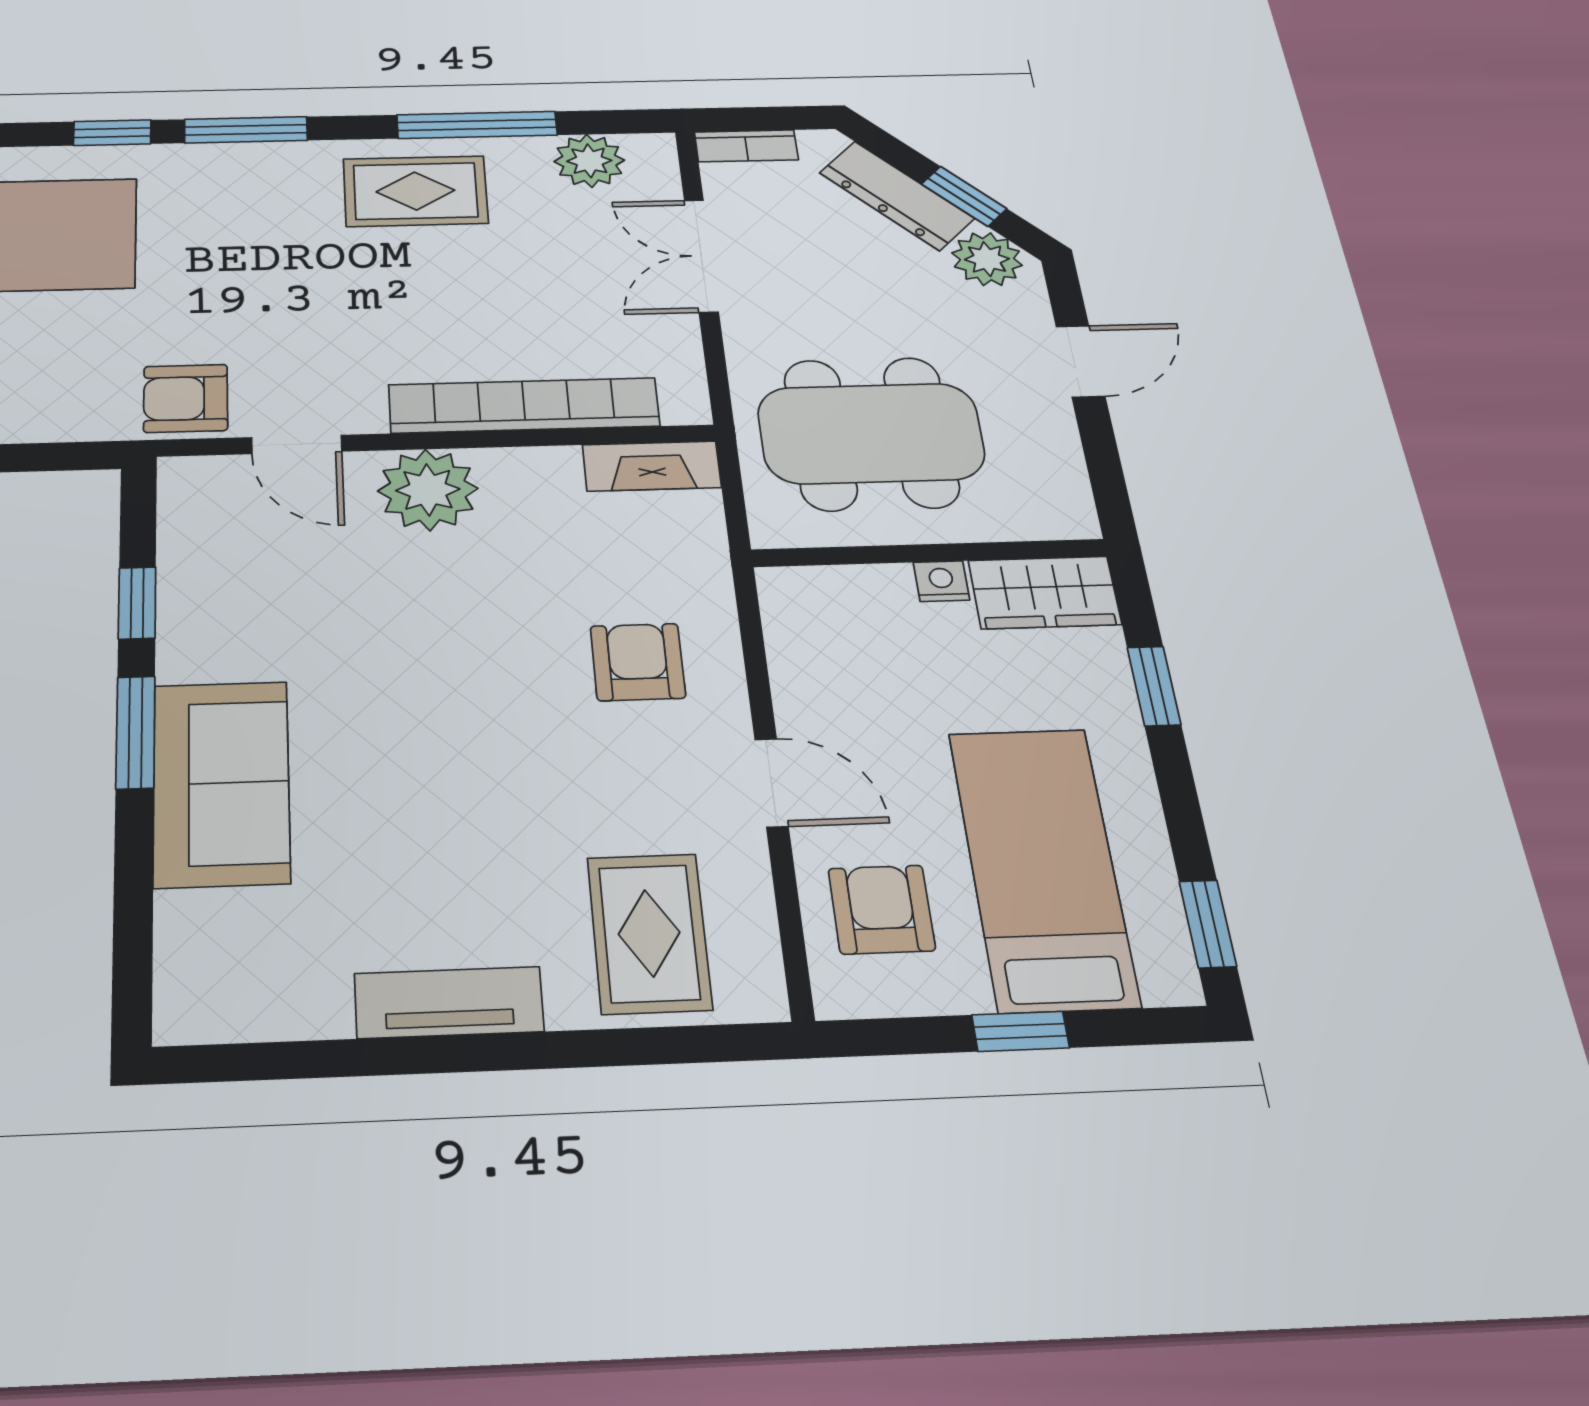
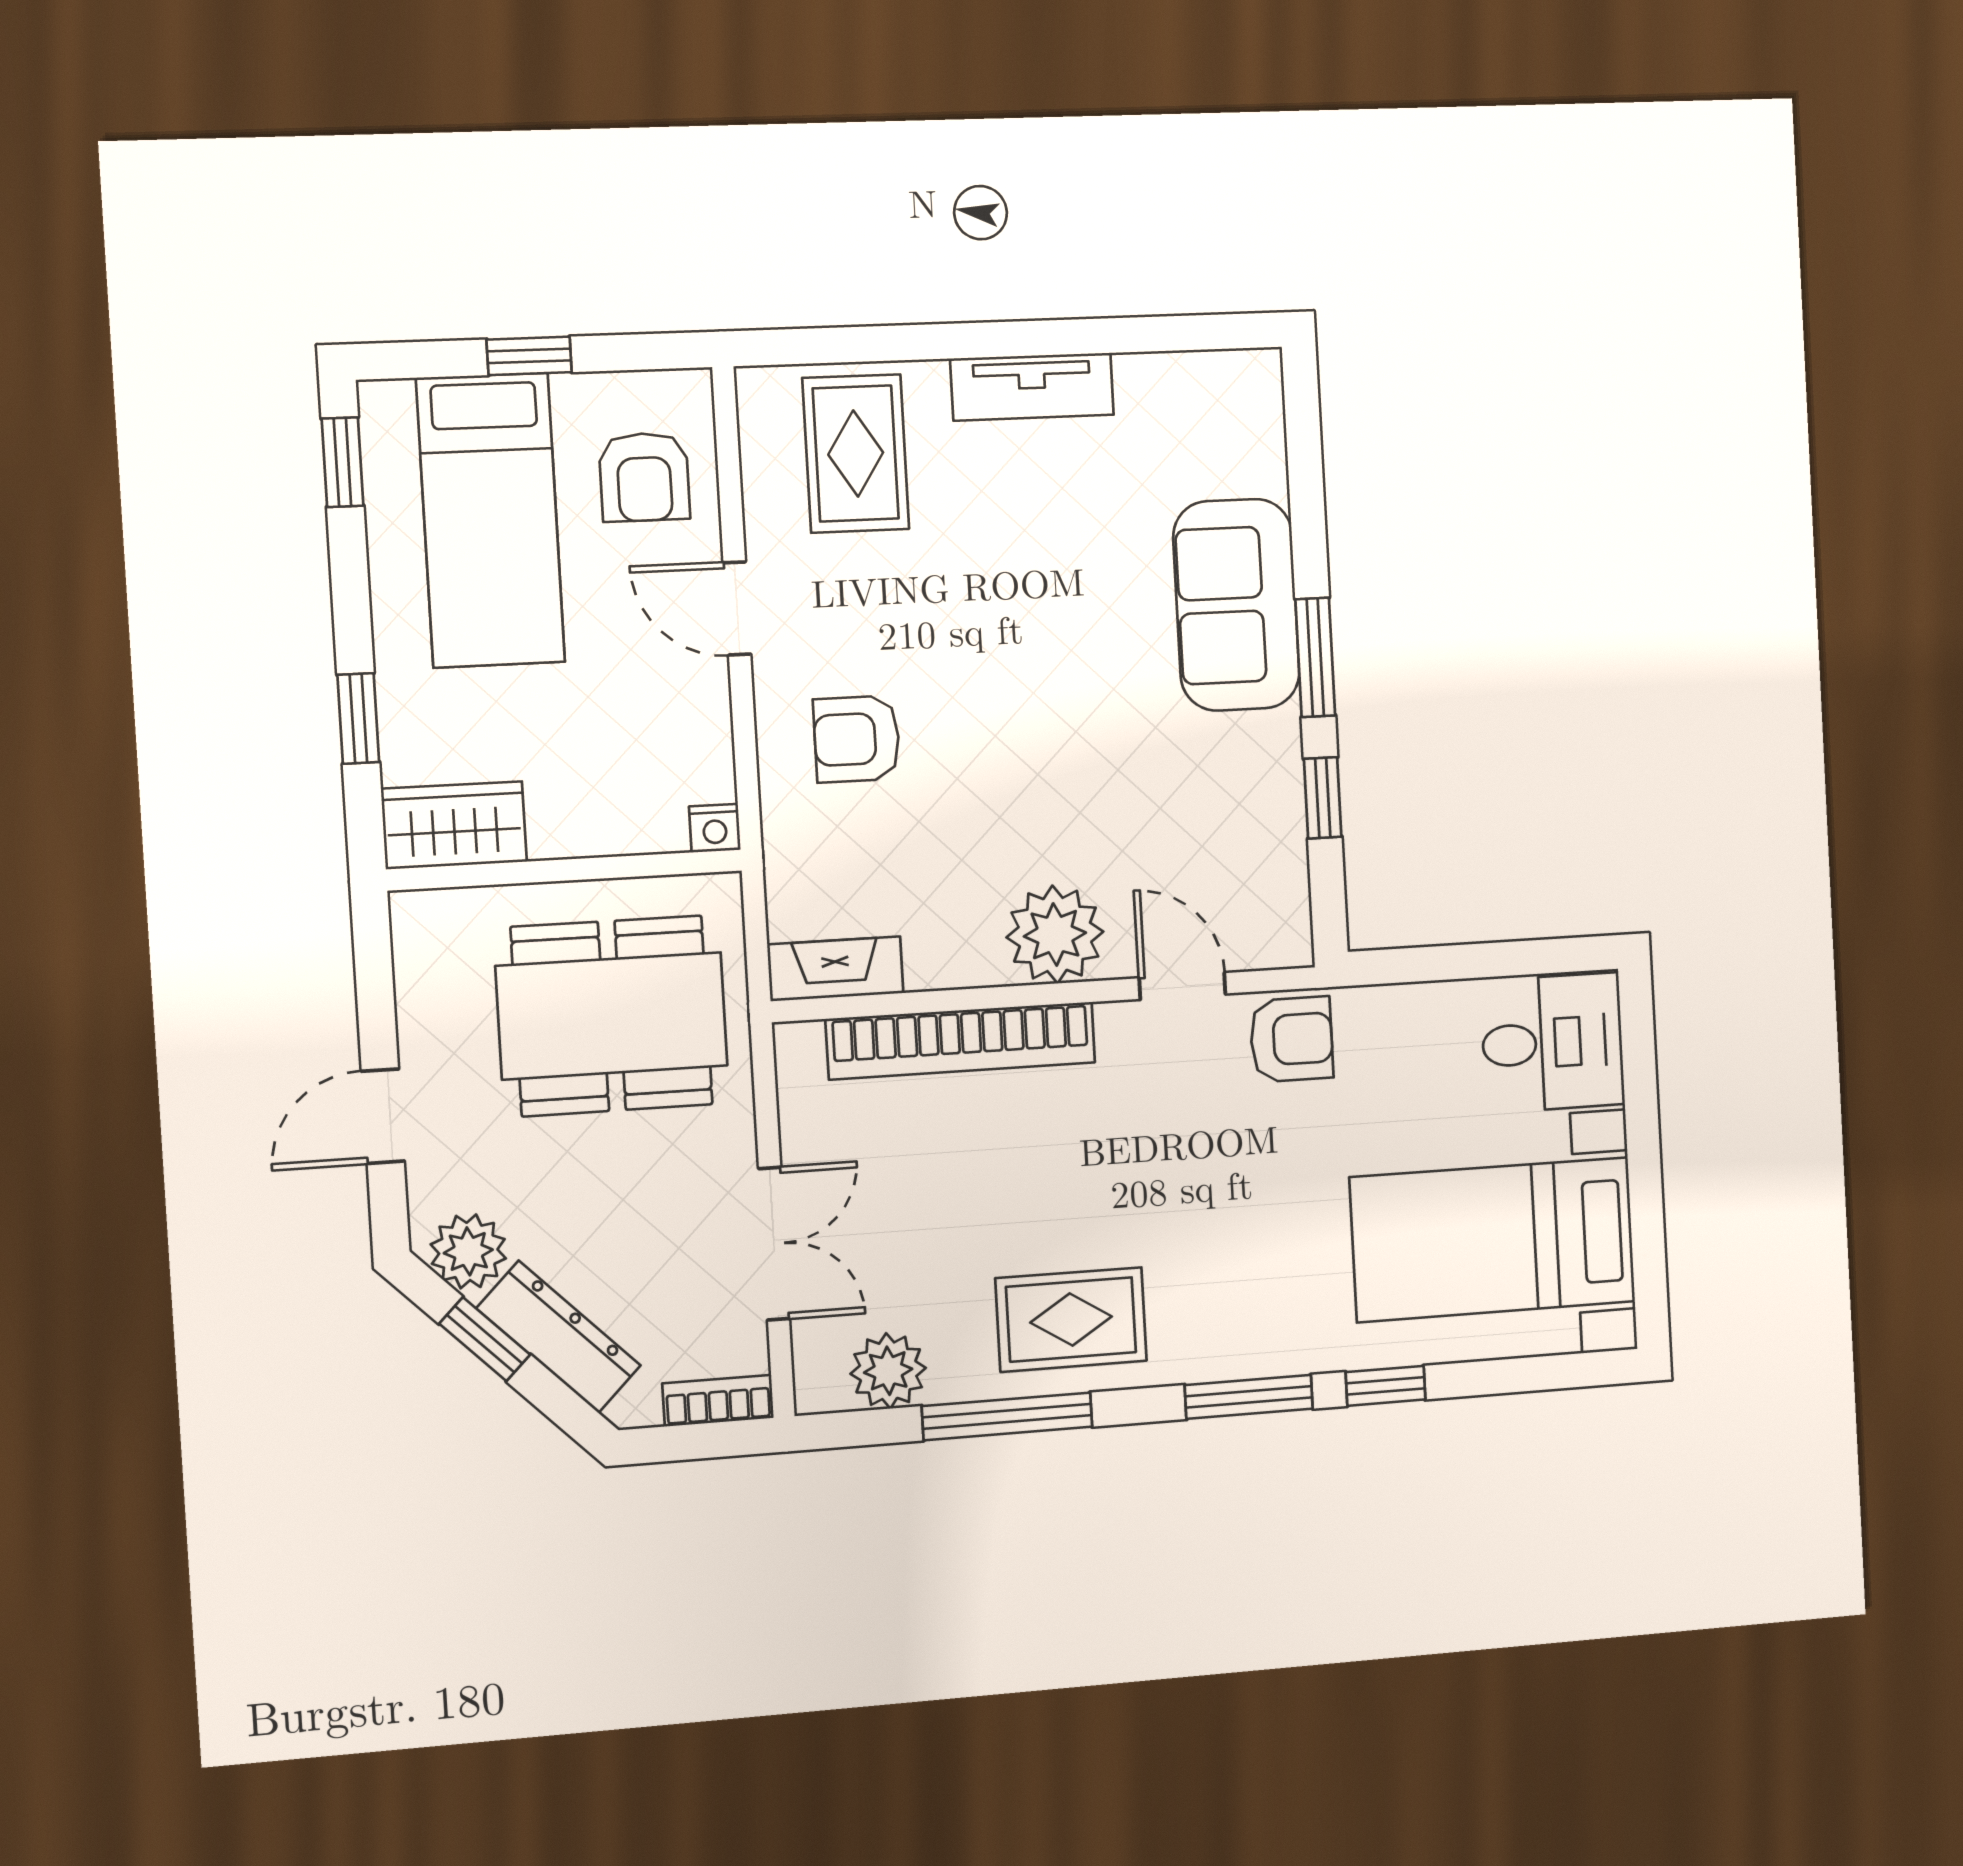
nightstand: (941, 581) -> (715, 828), moved
armchair: (638, 662) -> (857, 739), turned 90

